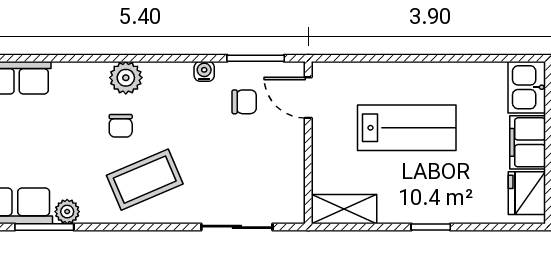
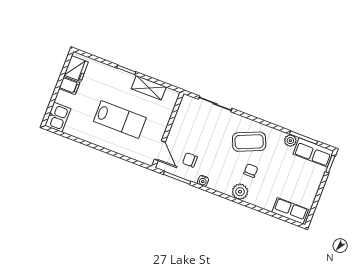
lab bench: (407, 128) -> (120, 120), turned 180
filing cabinet: (528, 142) -> (69, 86), width x0.50
shelving: (344, 209) -> (149, 88), moved

